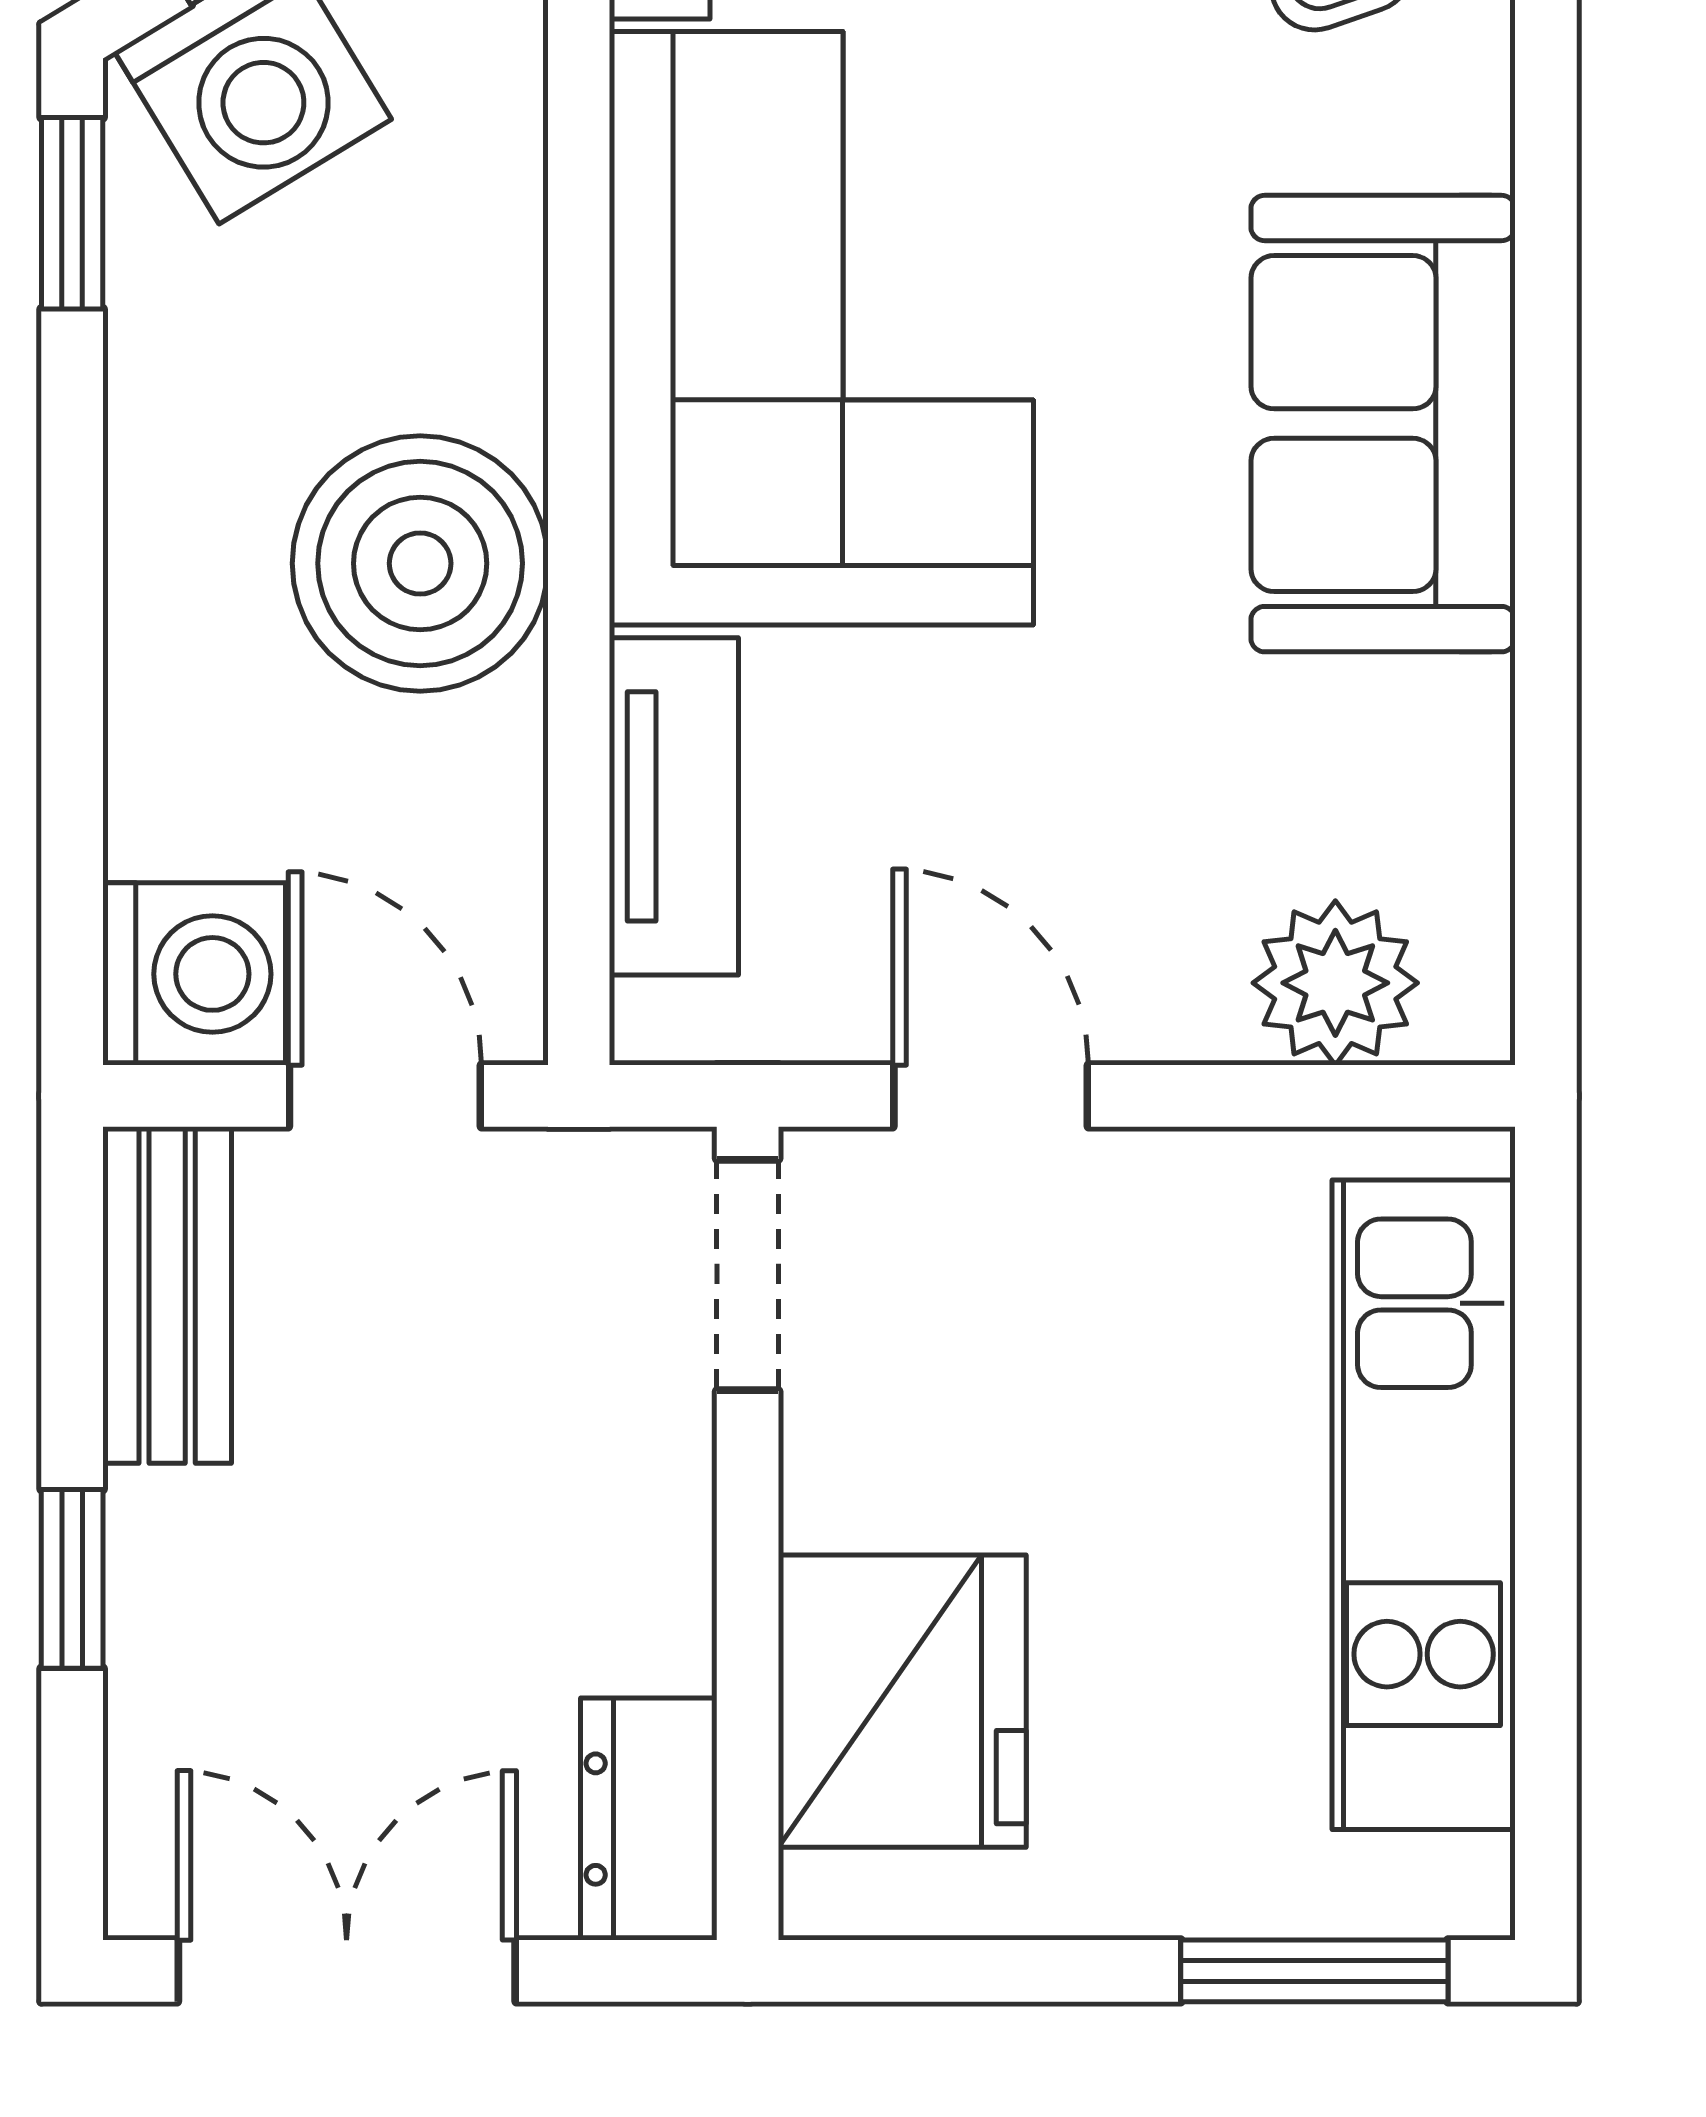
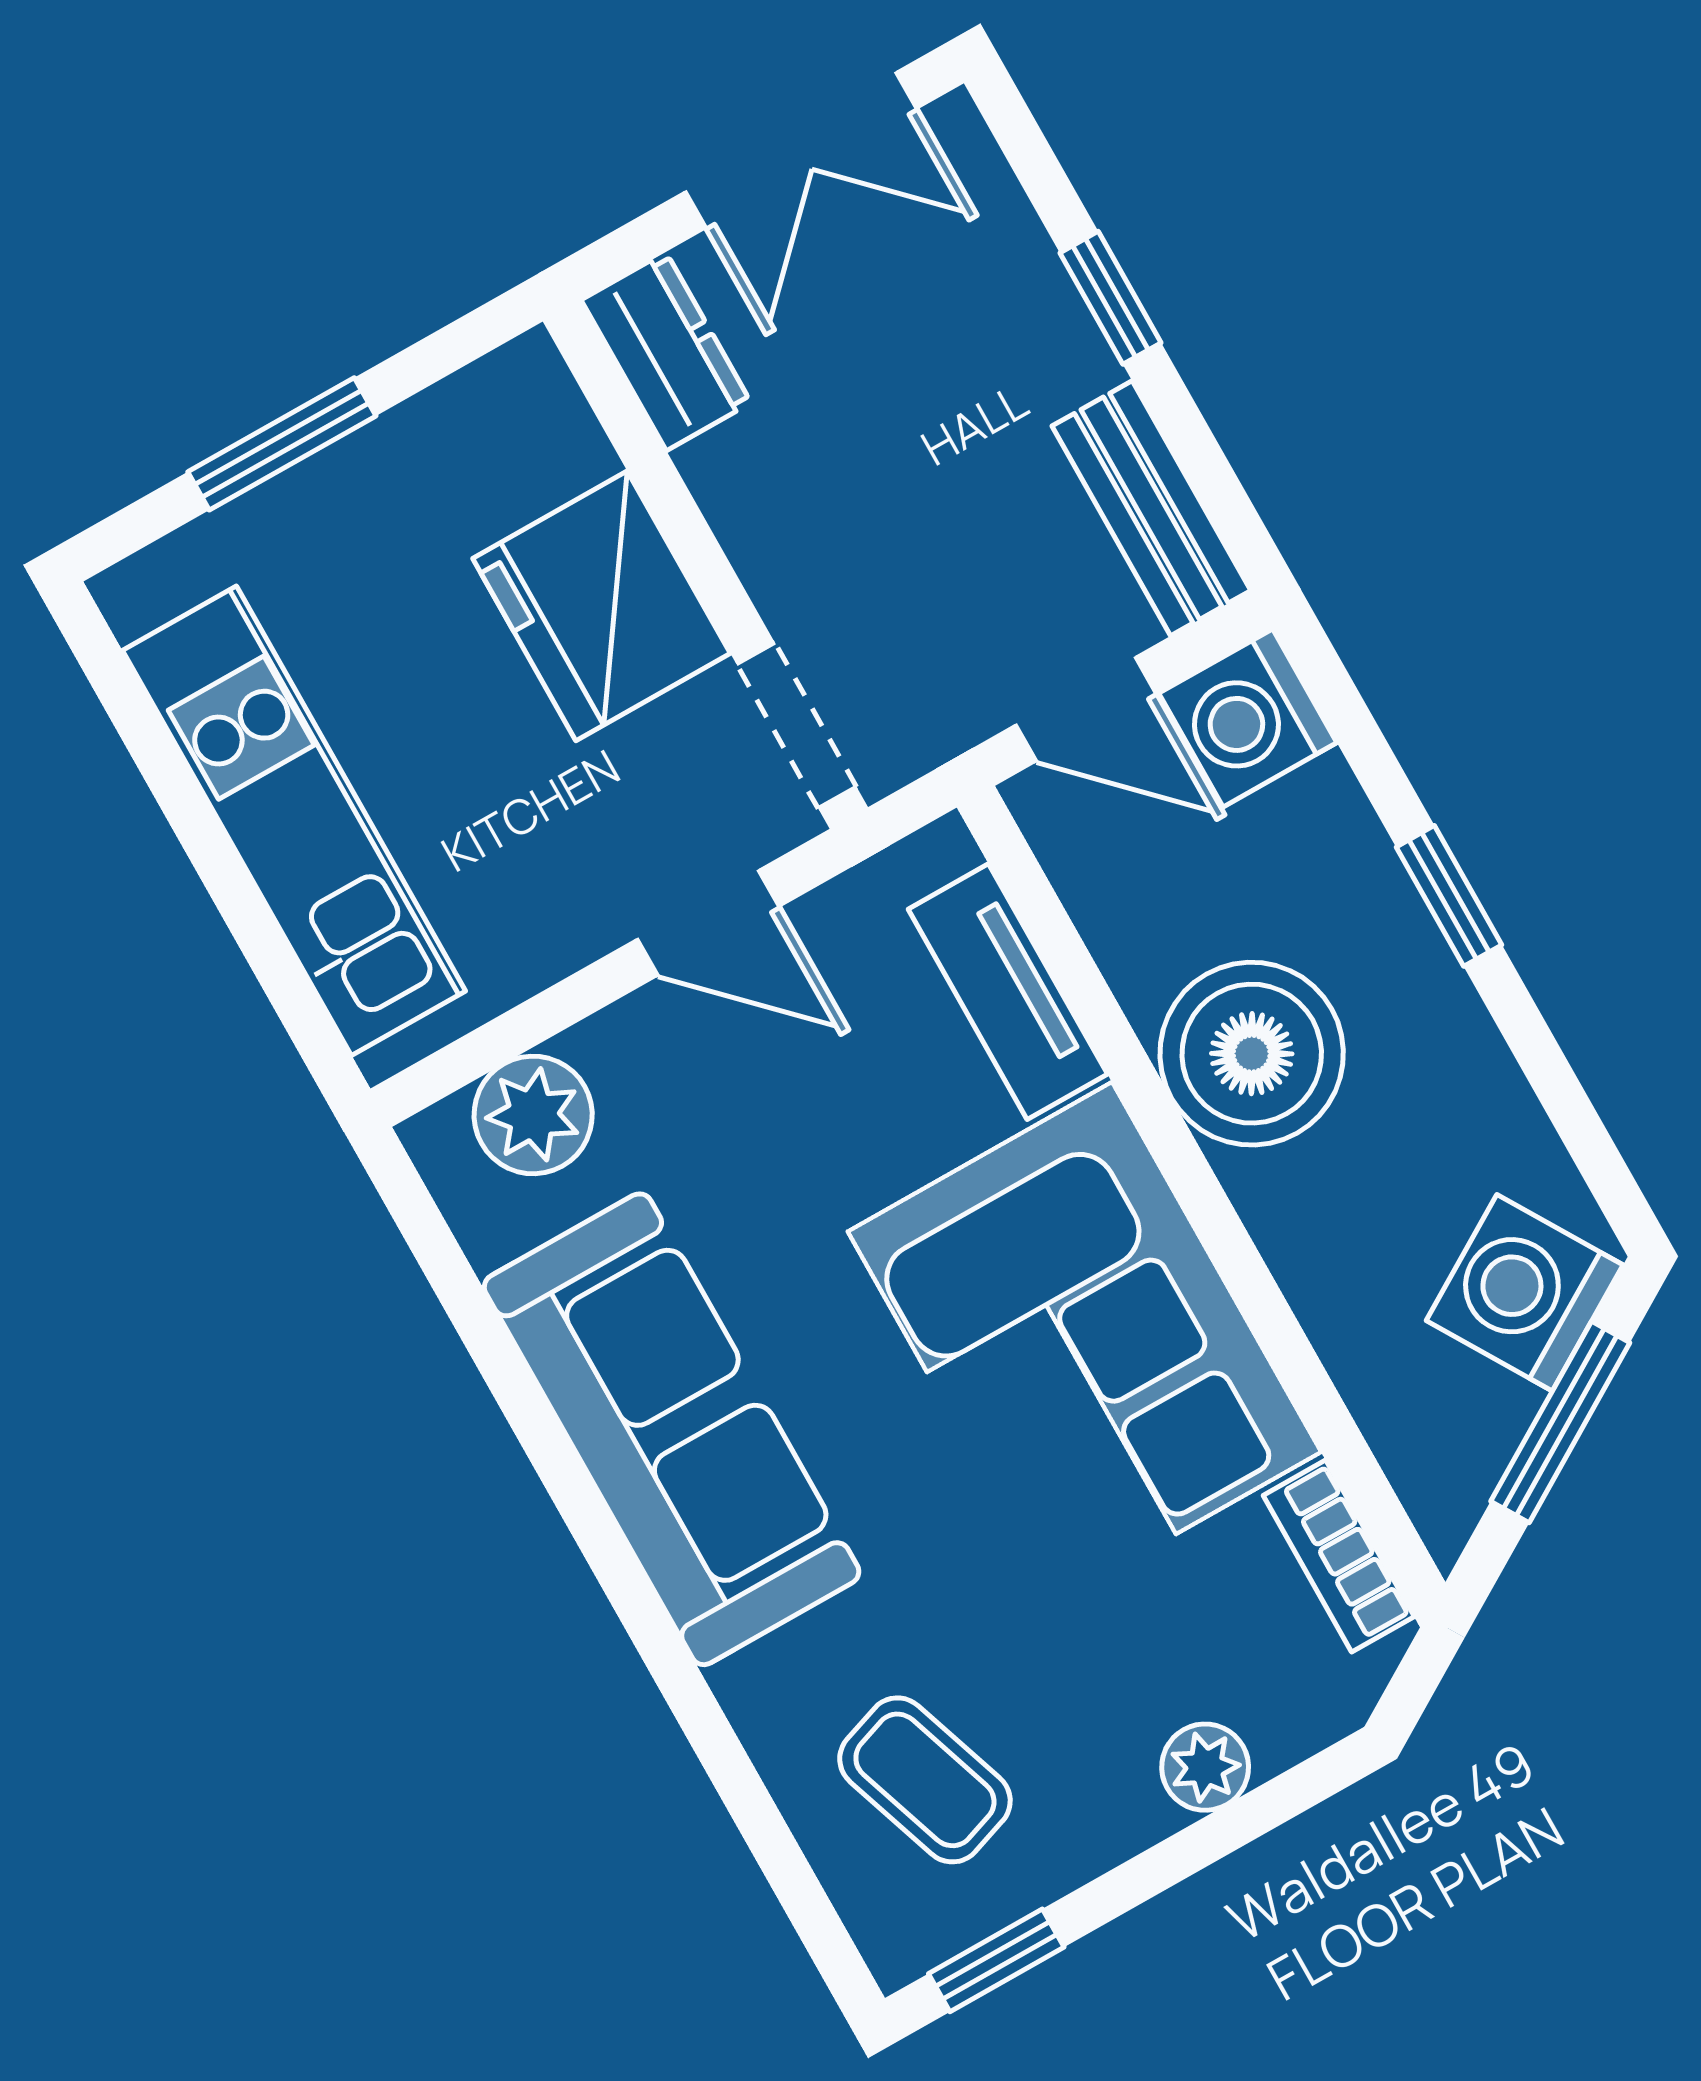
window: (72, 213) -> (1449, 896), moved
sofa: (1383, 424) -> (672, 1429), width x1.36
fridge: (902, 1701) -> (602, 606), moved
window: (1314, 1971) -> (282, 444), moved

